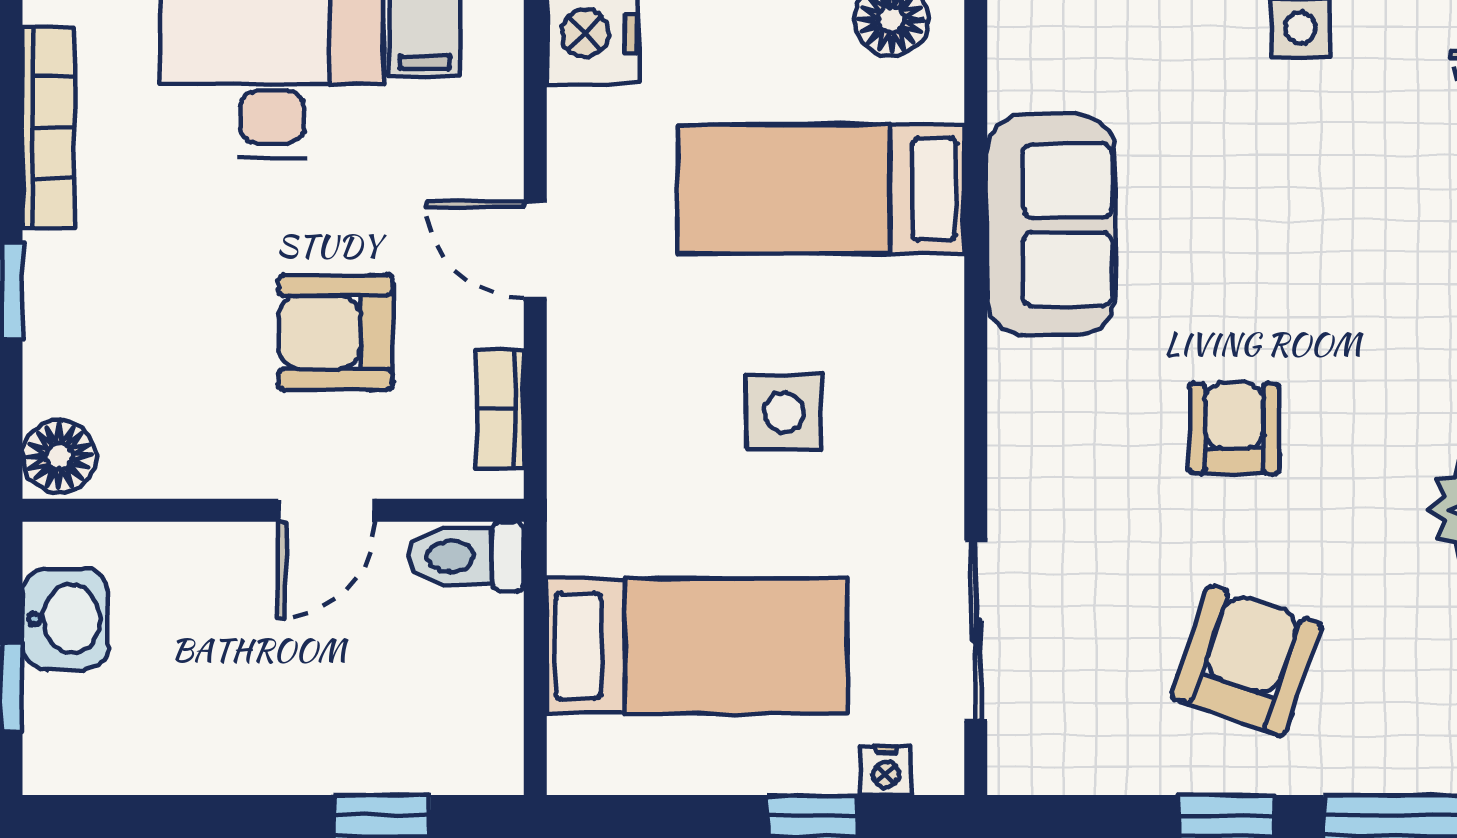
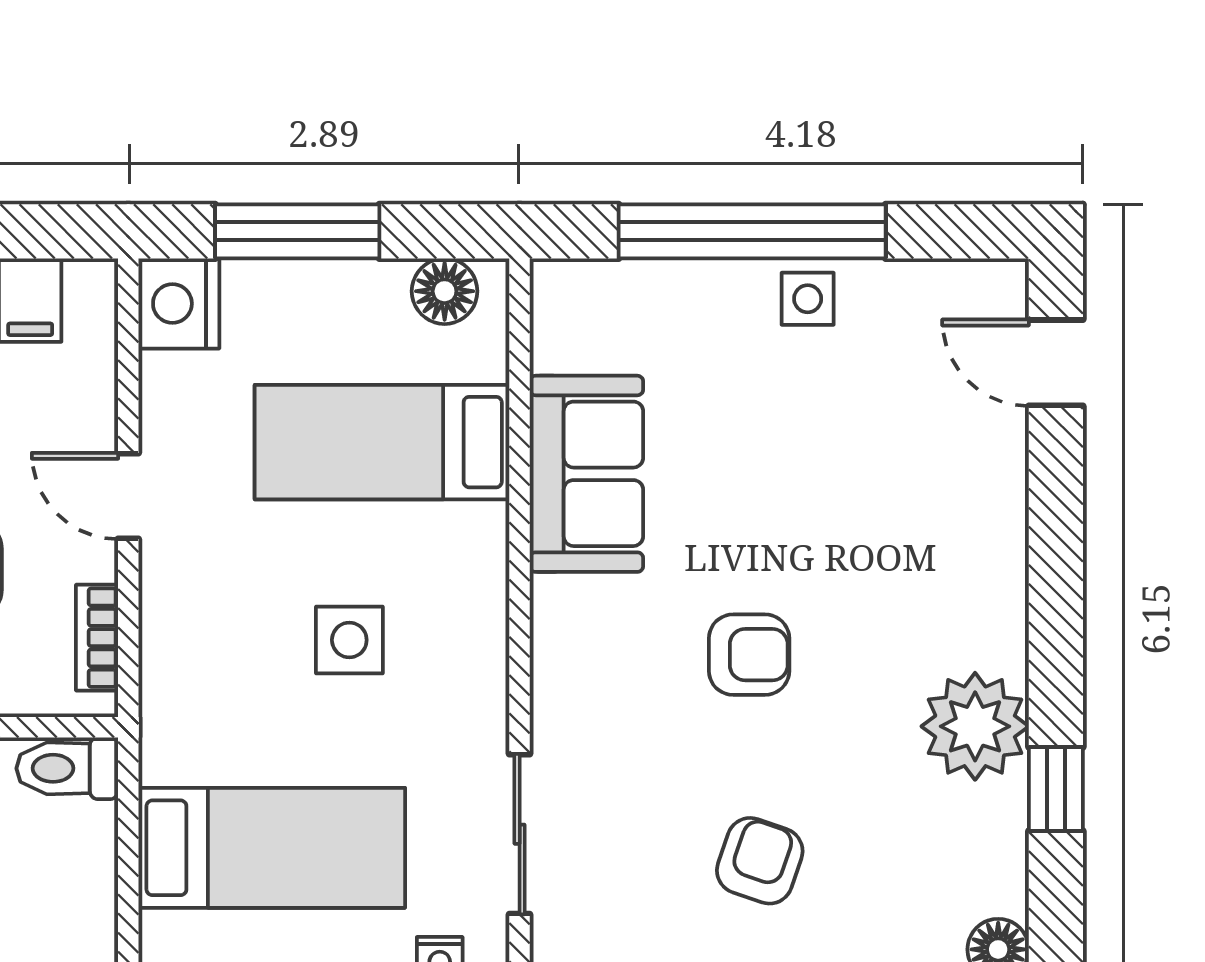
armchair: (1234, 429) -> (749, 655), turned 90
armchair: (1246, 661) -> (760, 861), width x0.72, depth x0.72

